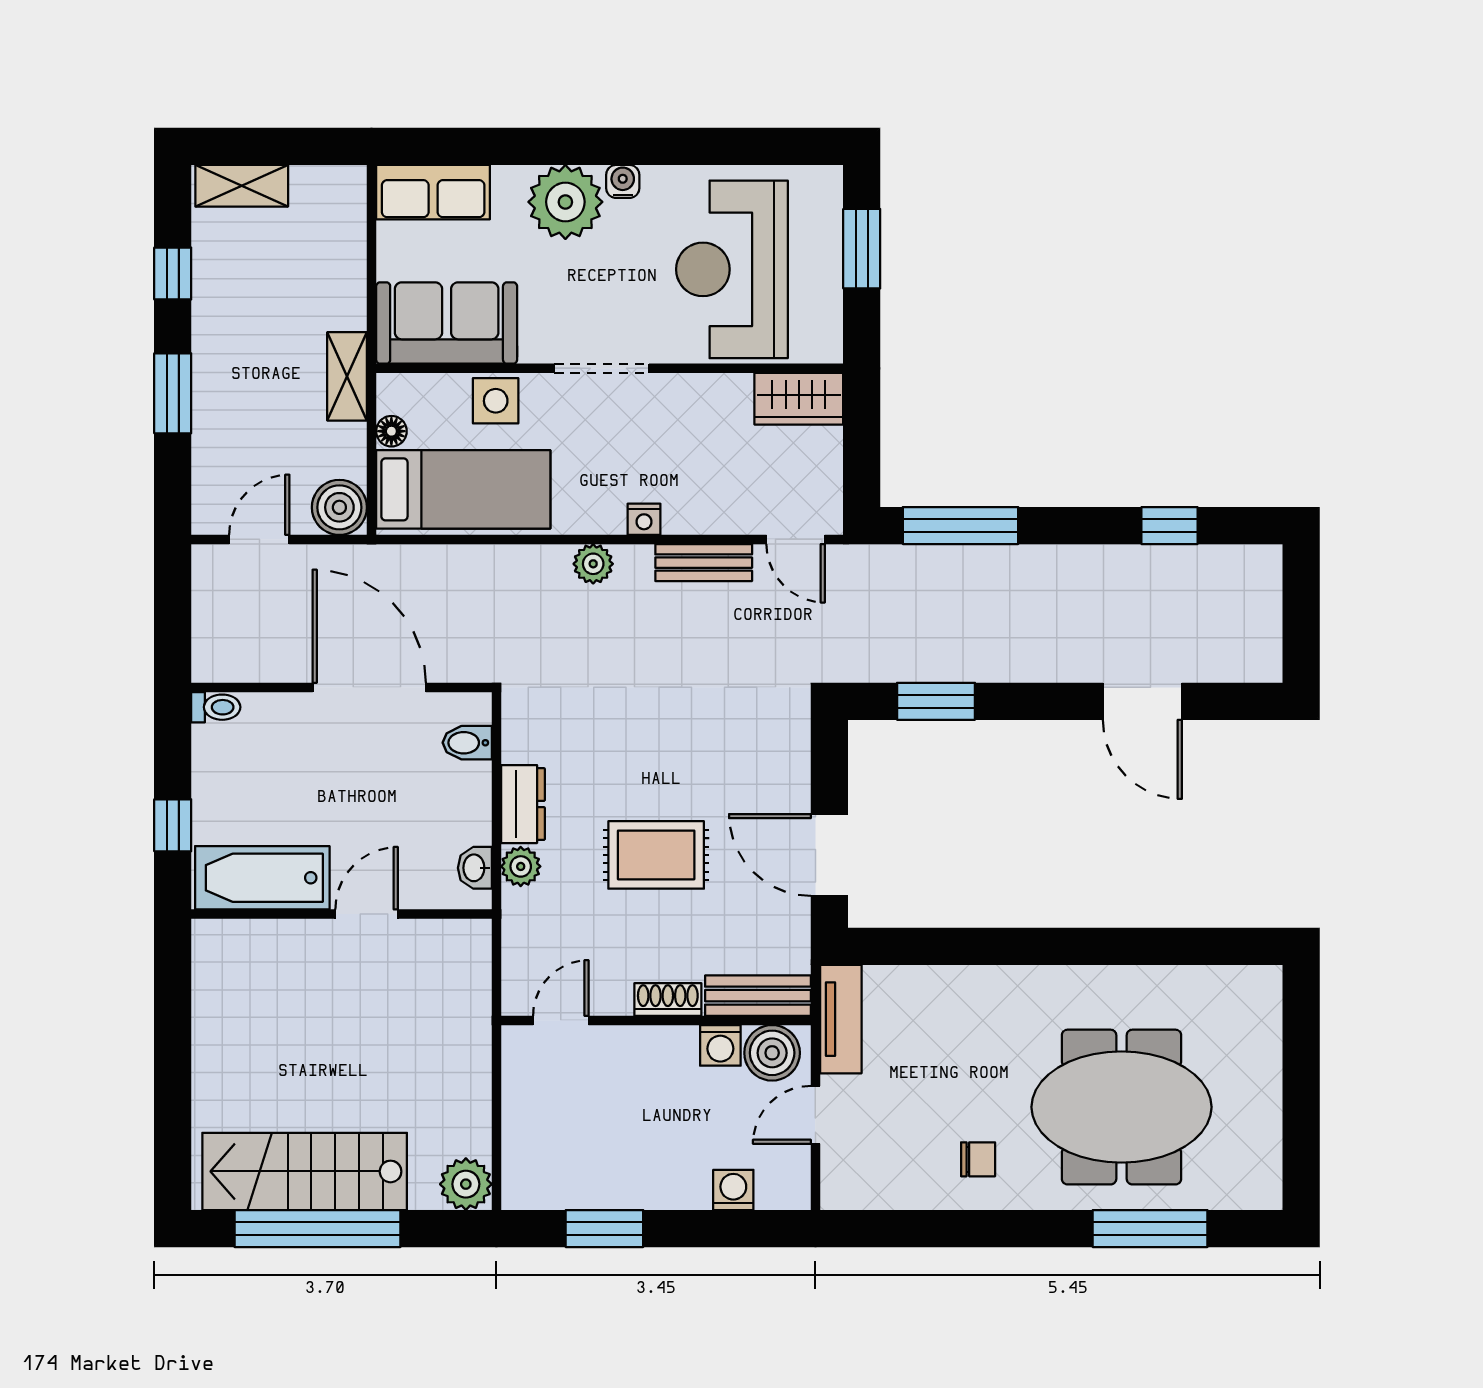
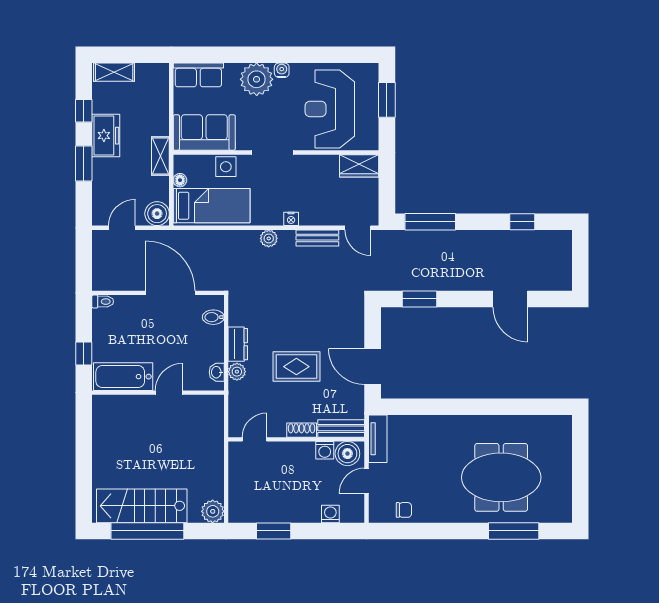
freezer: (223, 330) -> (106, 136), added
chair: (978, 1159) -> (404, 510), moved

